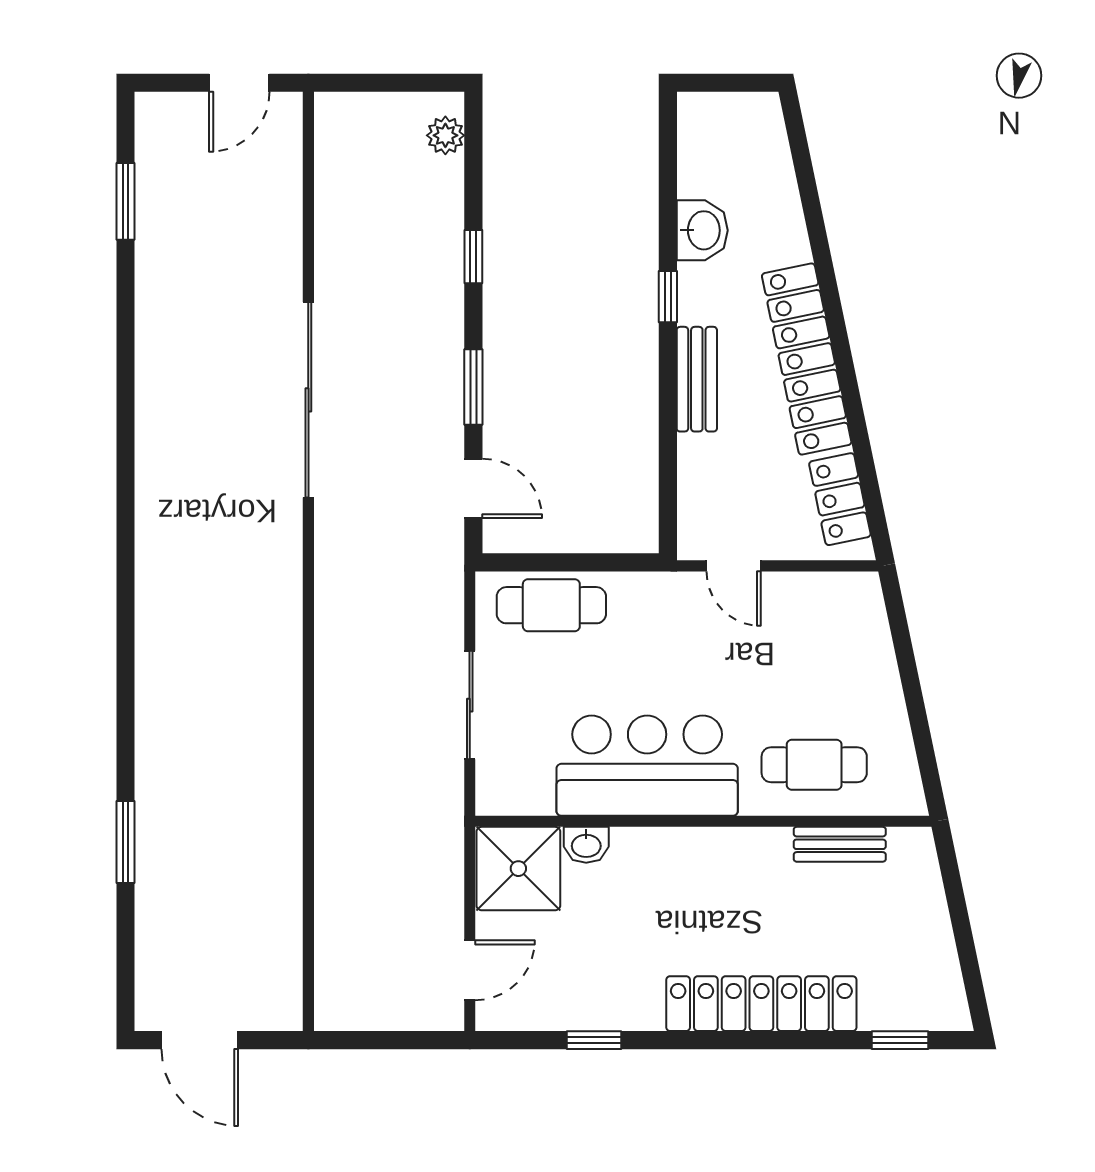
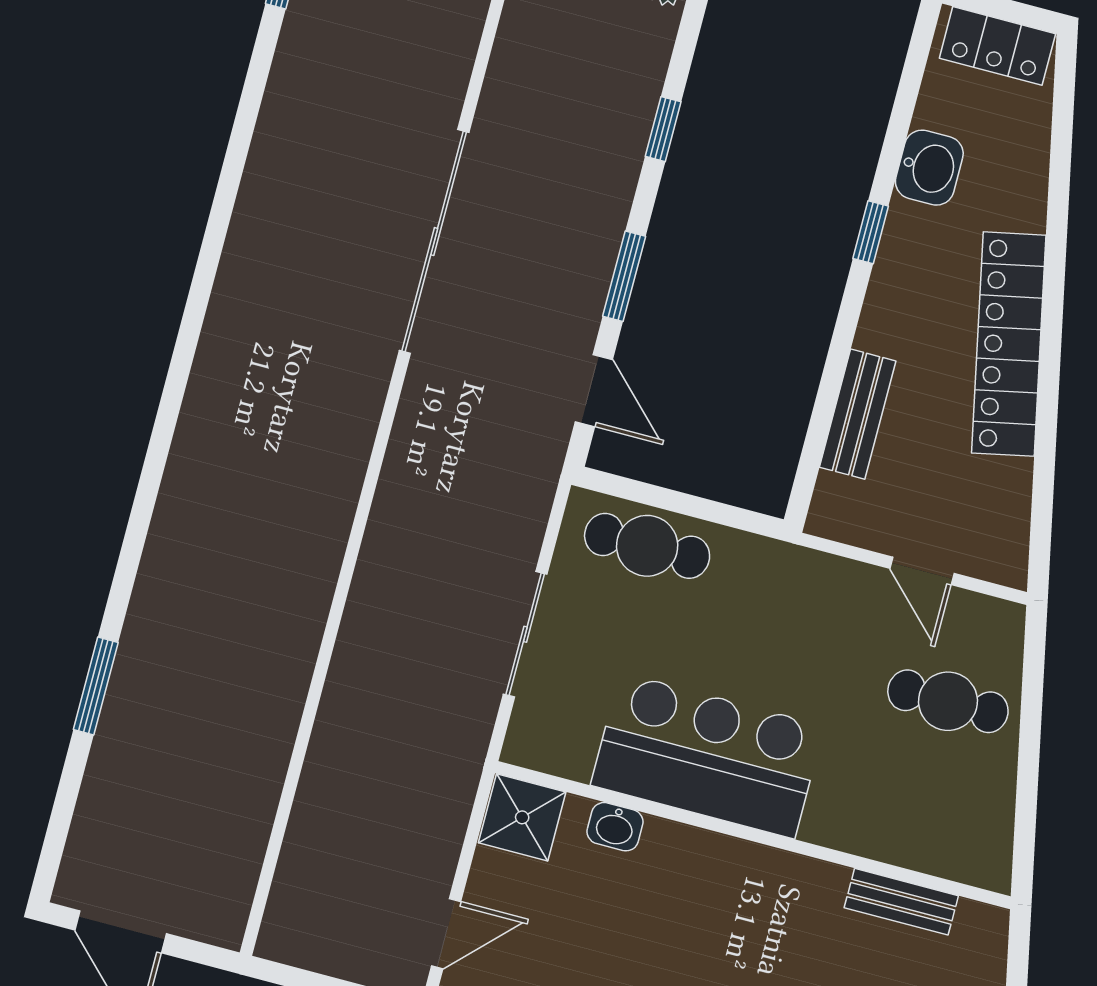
bench: (697, 379) -> (858, 414), moved
locker: (840, 499) -> (997, 46), moved, turned -78
door: (734, 566) -> (922, 571), moved
cafe table: (814, 765) -> (948, 701), moved
shower: (518, 869) -> (522, 817), width x0.73, depth x0.73

